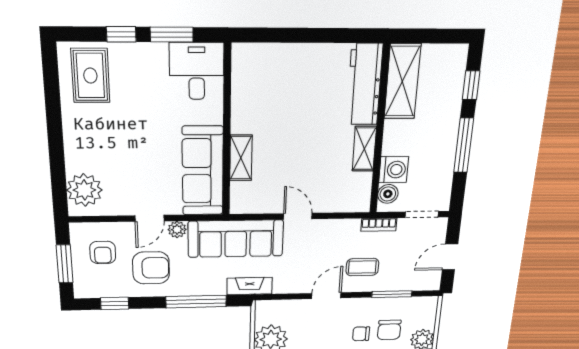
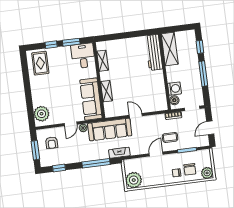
shelving: (364, 149) -> (103, 61), moved
armchair: (151, 268) -> (74, 148), removed

